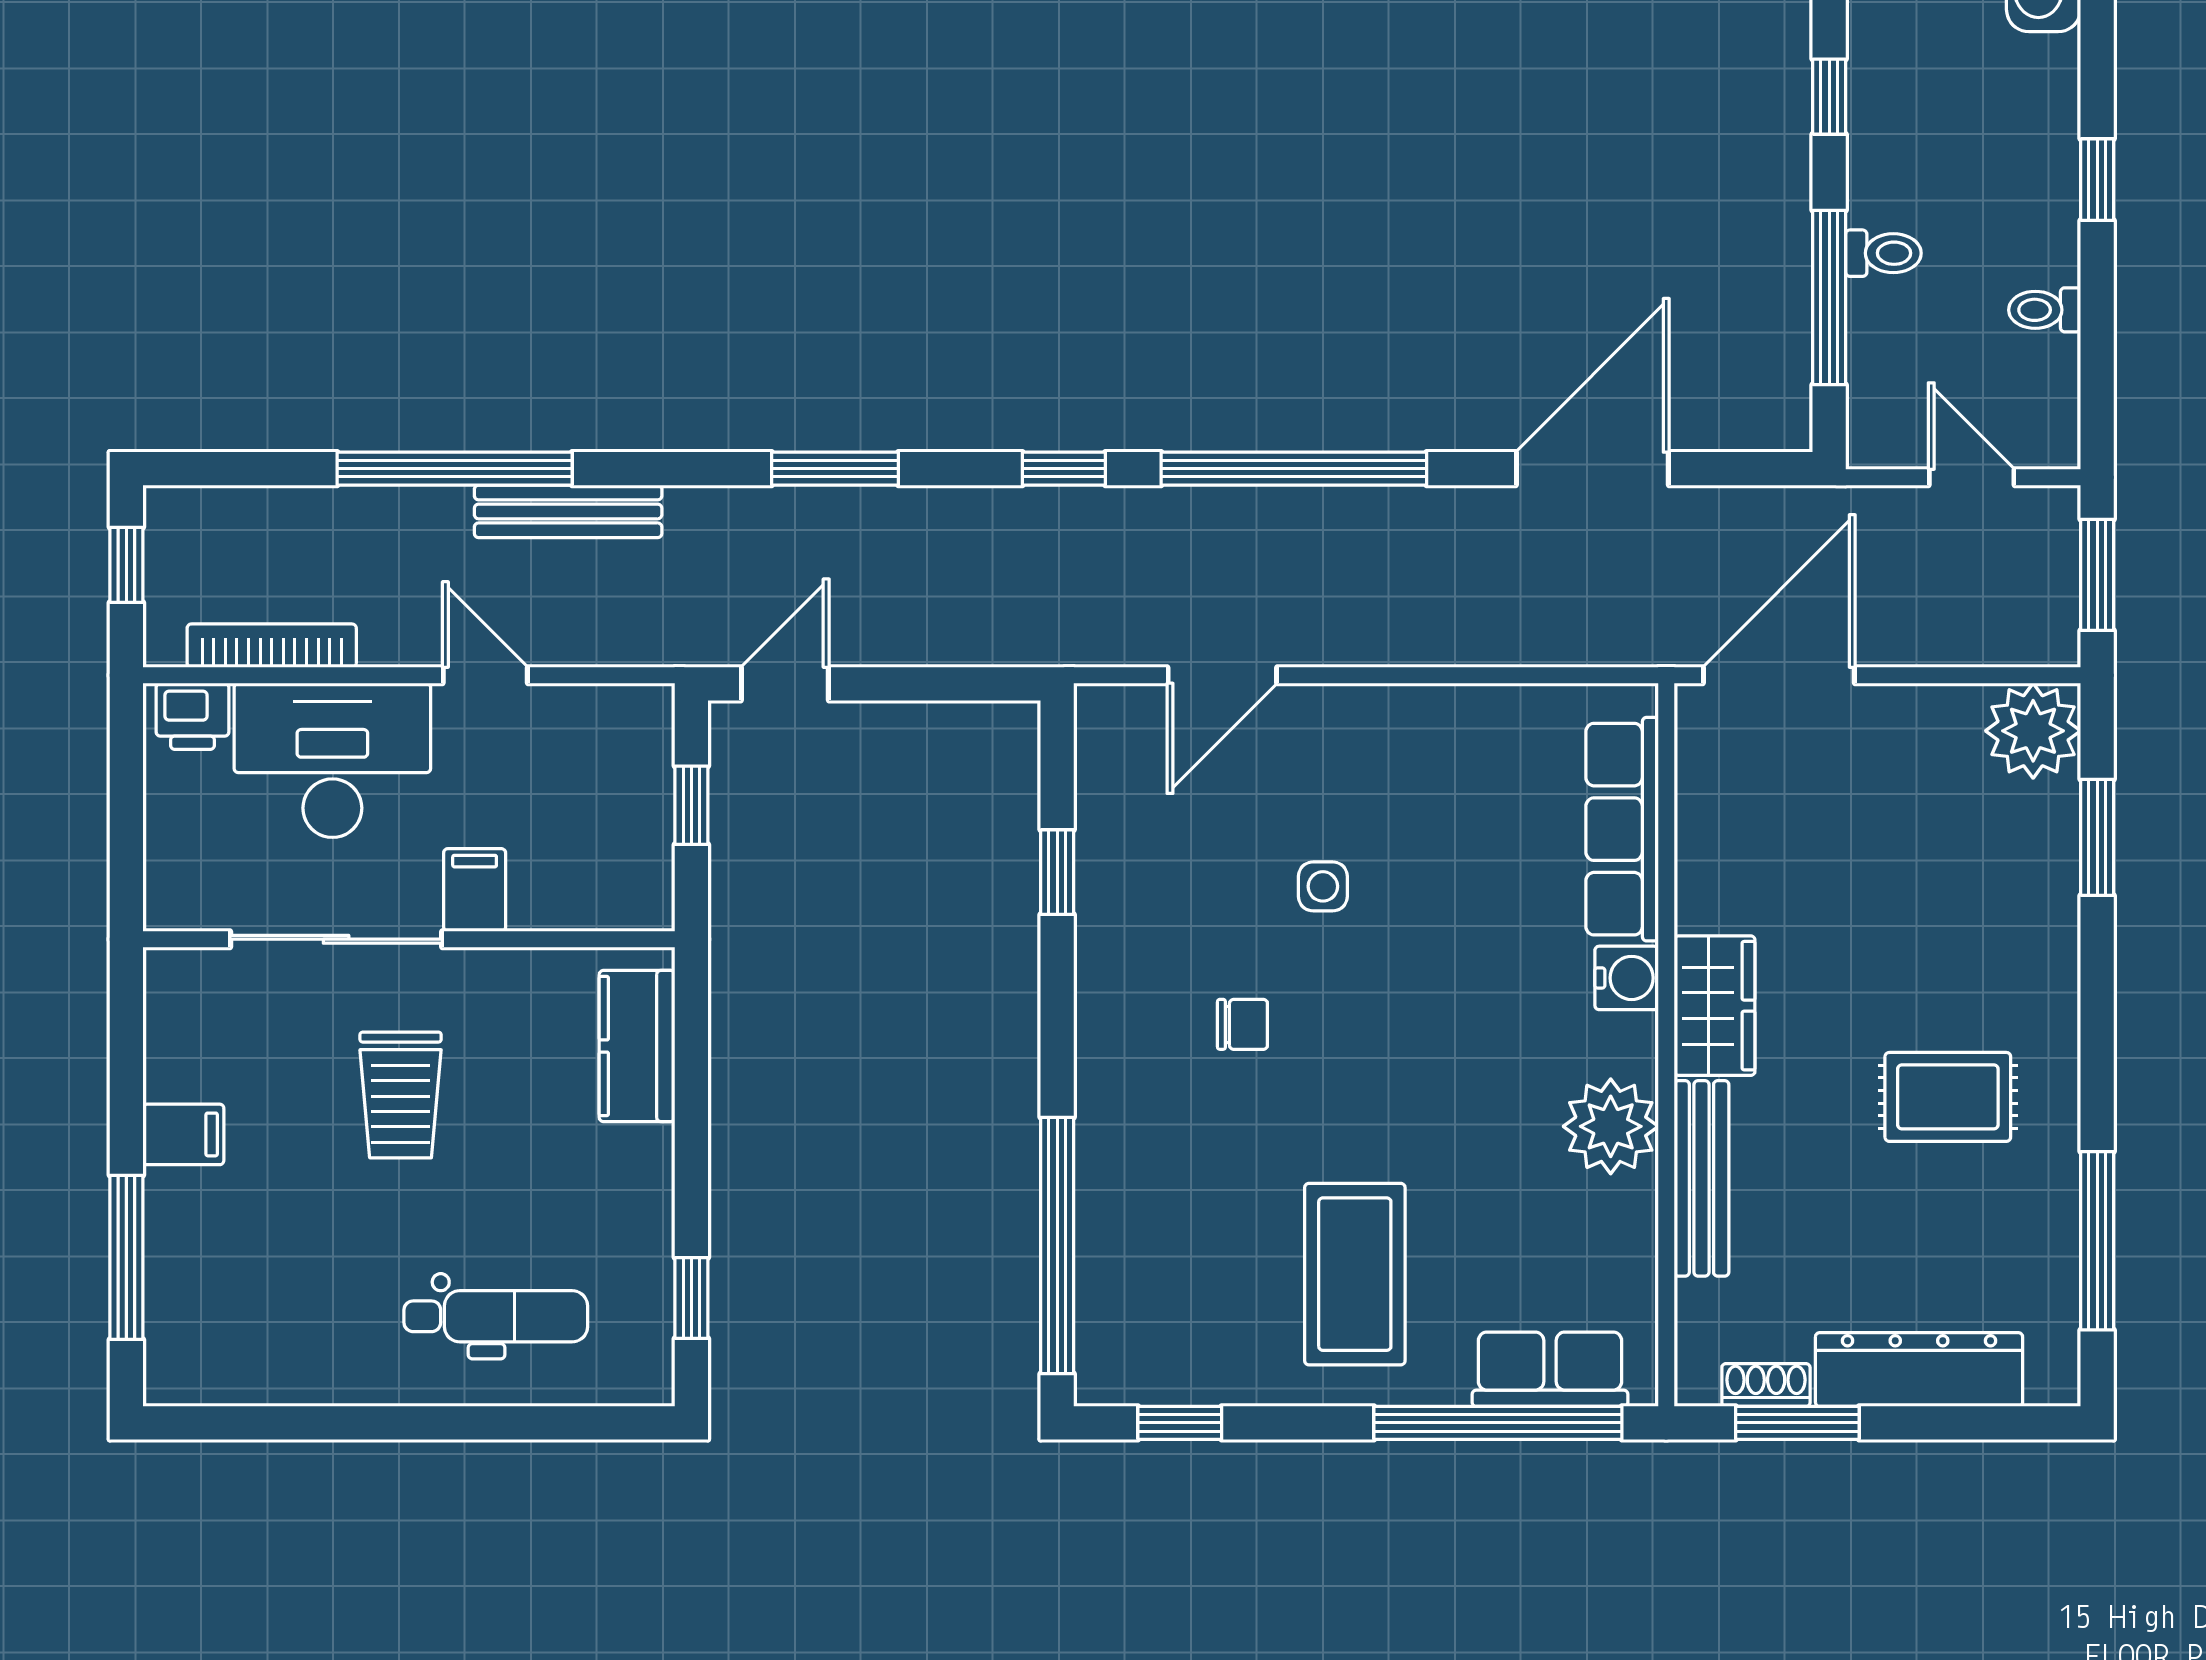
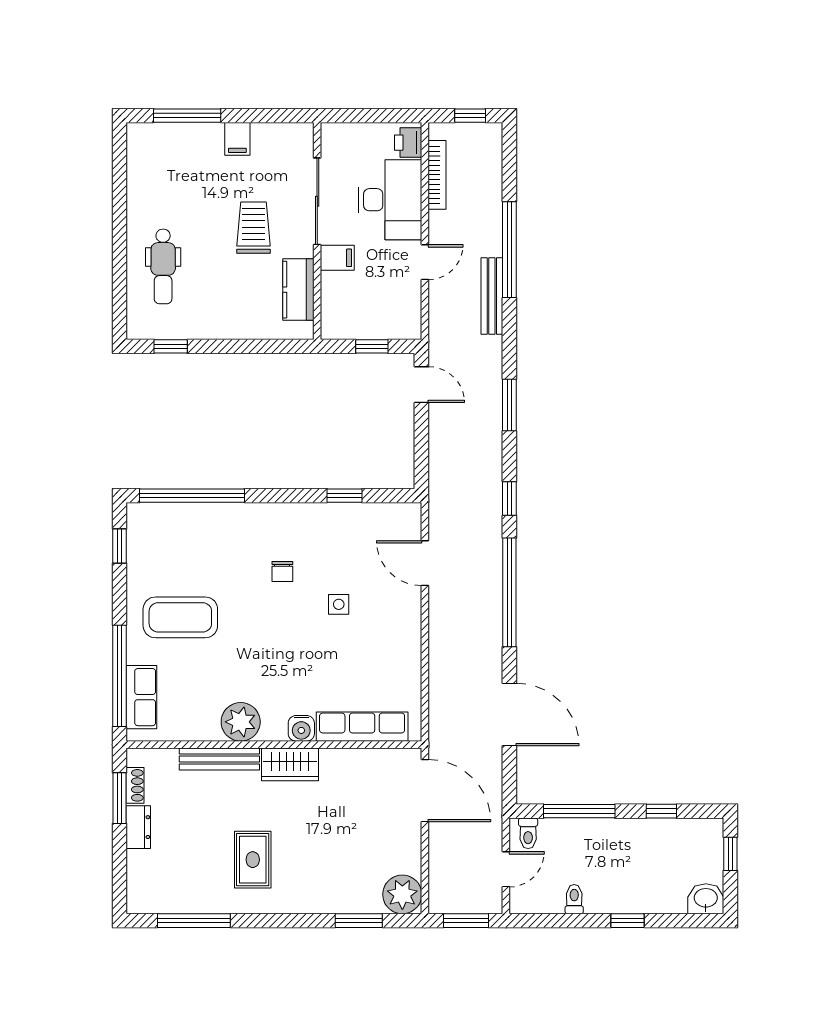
toilet: (1883, 253) -> (528, 833), moved
kitchen counter: (637, 1046) -> (298, 290), moved, turned -90
trolley: (401, 1095) -> (254, 228), turned 90
dresser: (1919, 1370) -> (138, 827), width x0.51, depth x0.80

